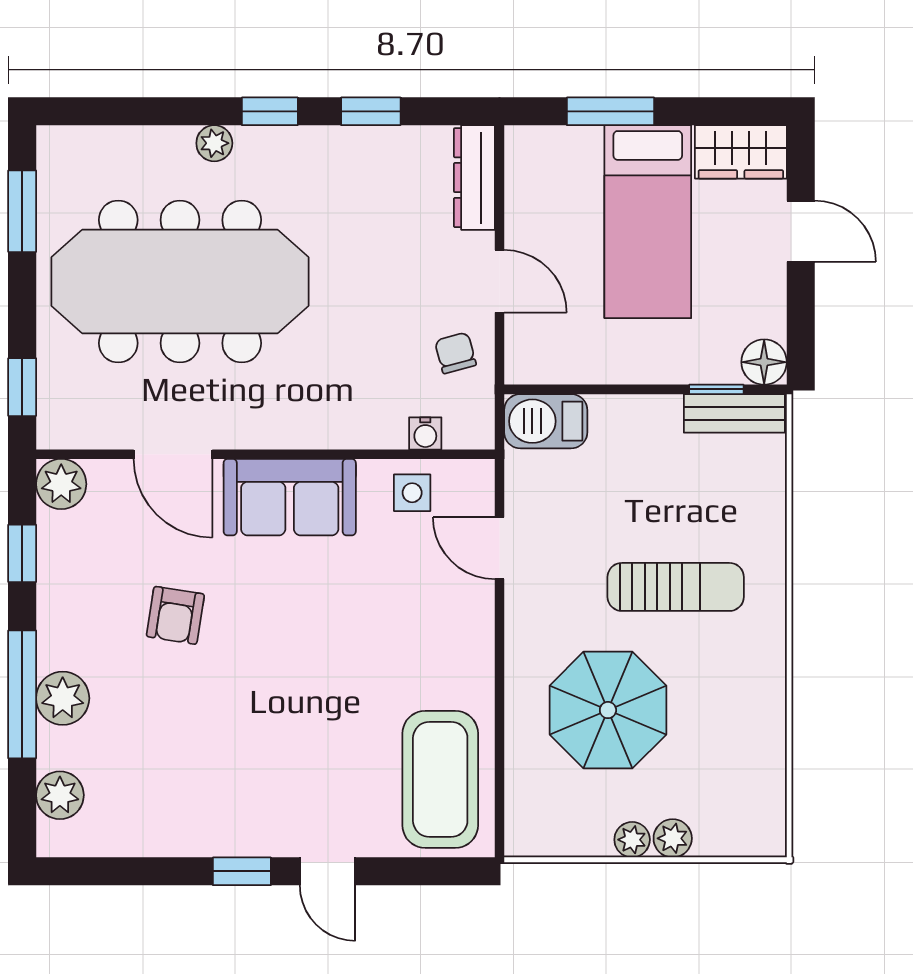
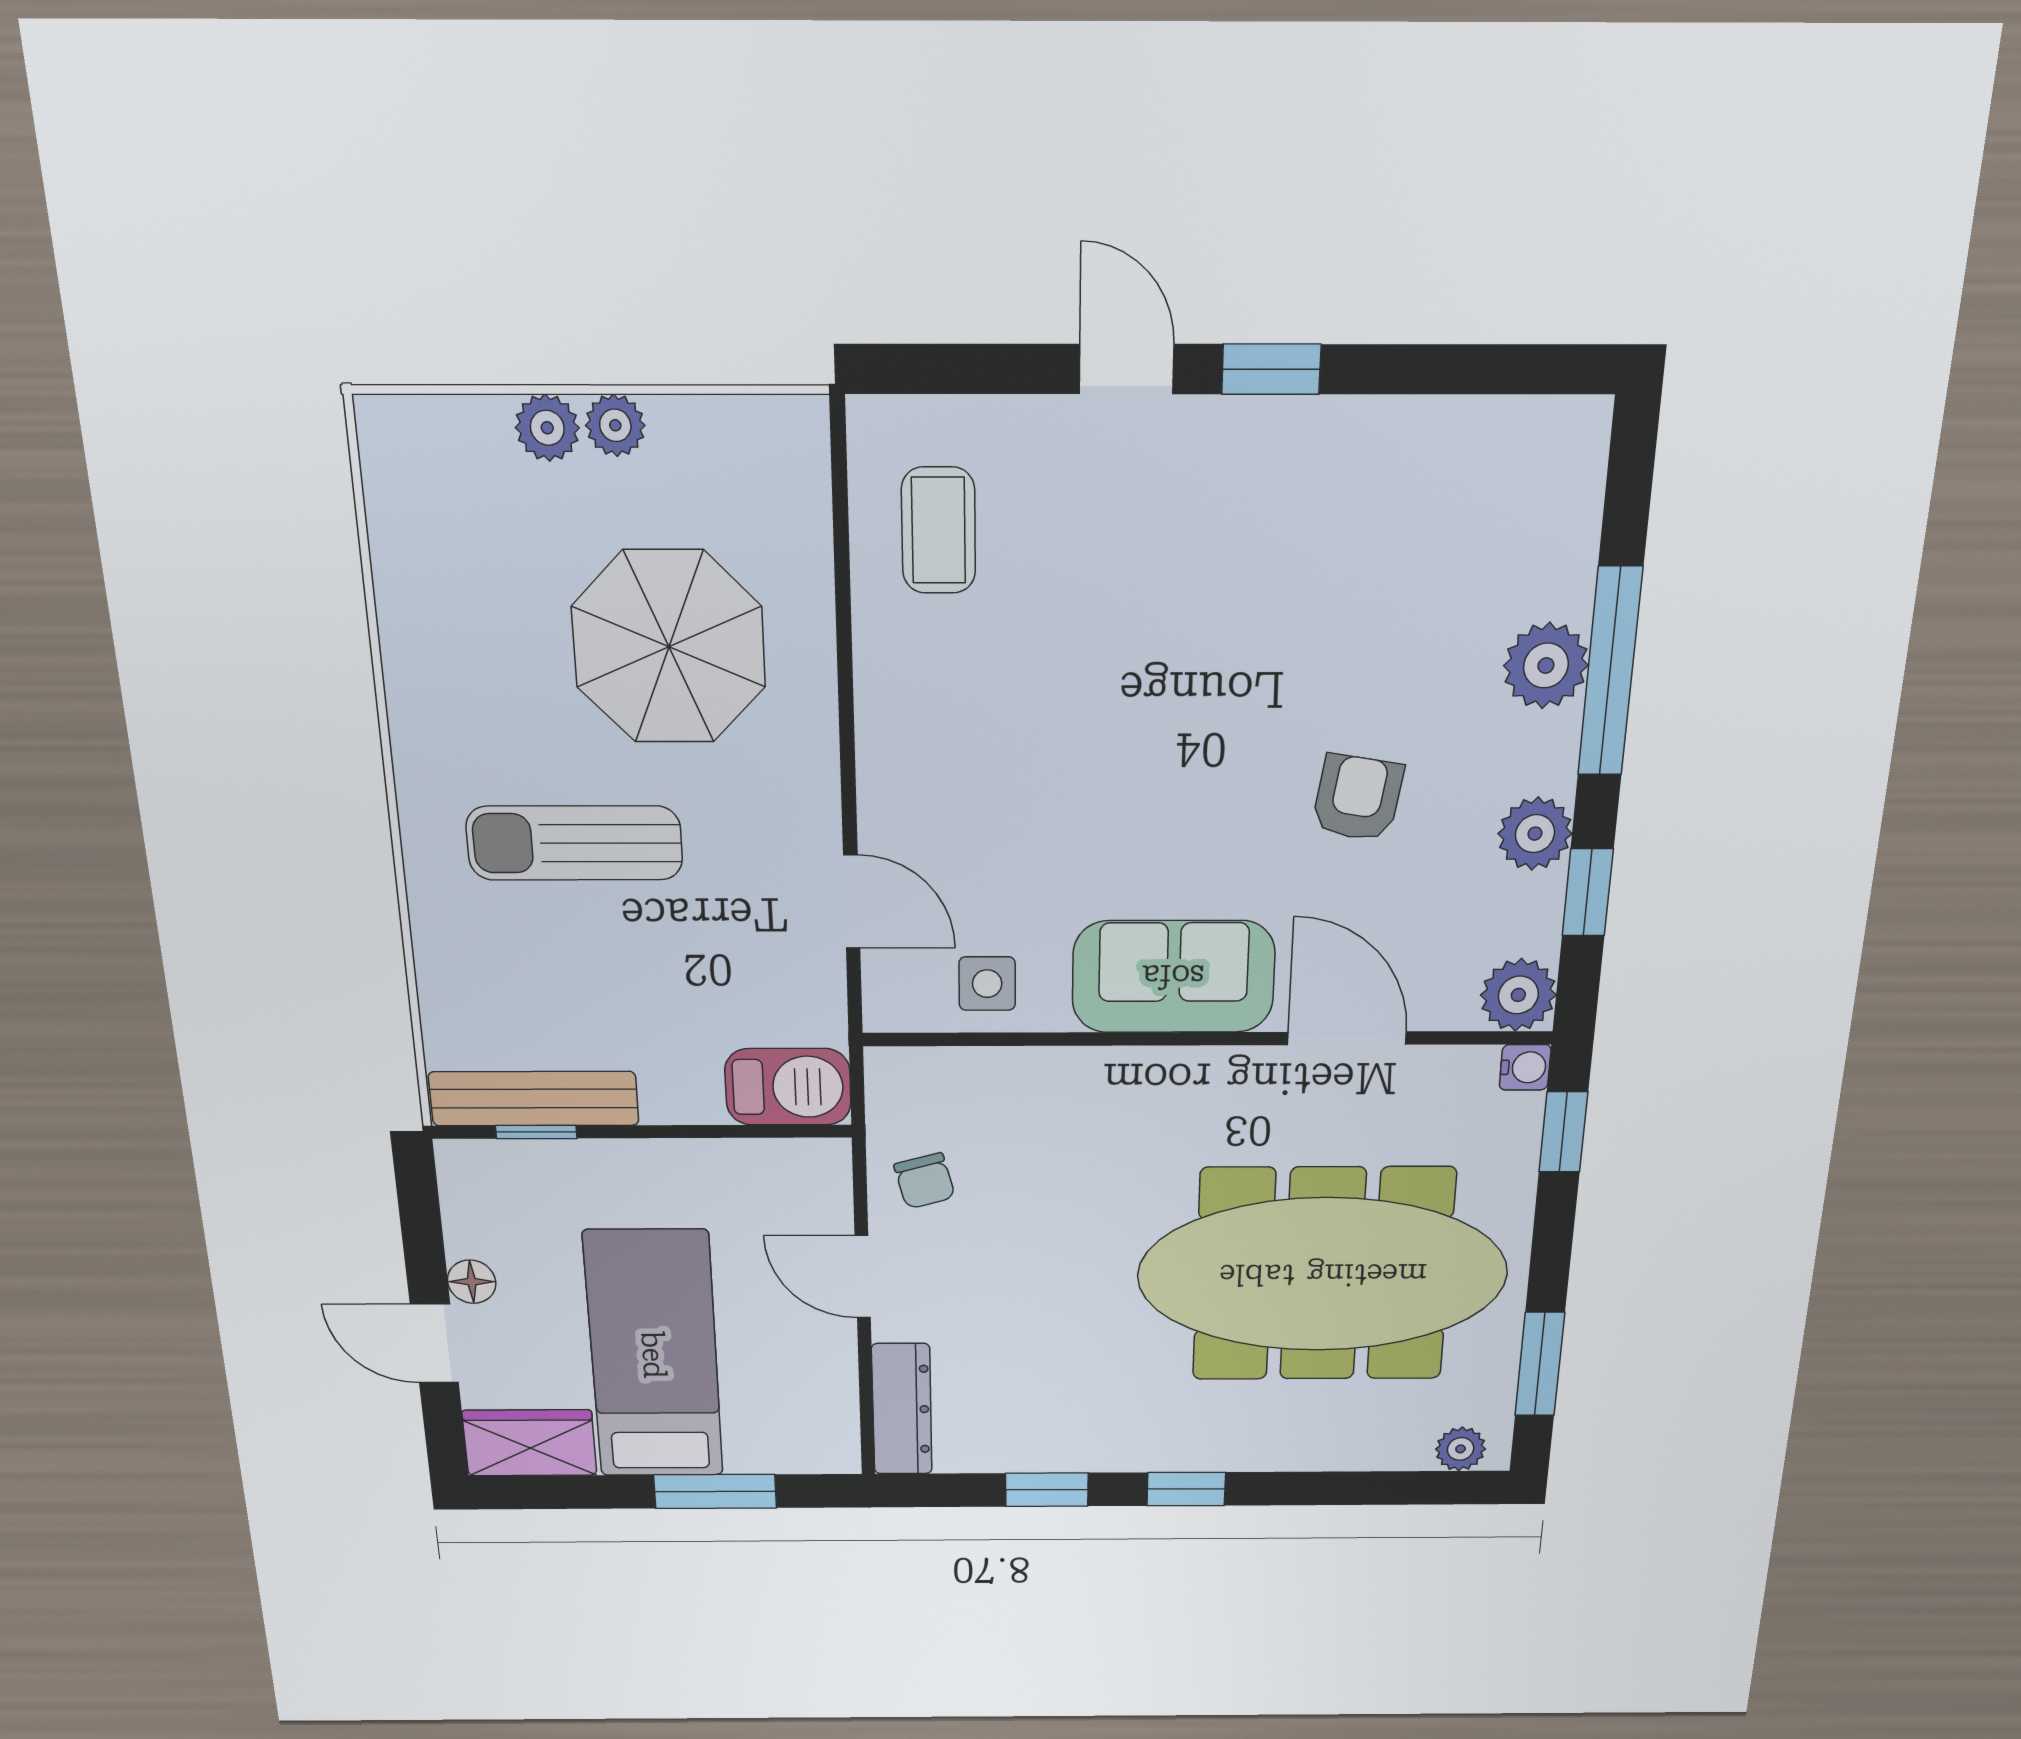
plant: (214, 143) -> (1461, 1449), moved
floor lamp: (764, 362) -> (472, 1282), moved, width x0.73, depth x0.73
bench: (734, 413) -> (534, 1099), width x1.36
water cooler: (425, 433) -> (1525, 1067), moved, turned 90
coffee table: (440, 779) -> (939, 530), width x0.54, depth x0.58
plant: (60, 795) -> (1535, 834), moved

